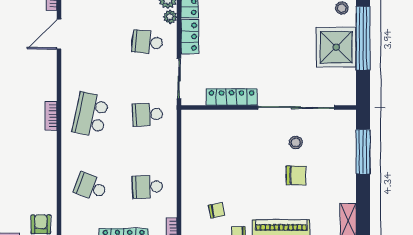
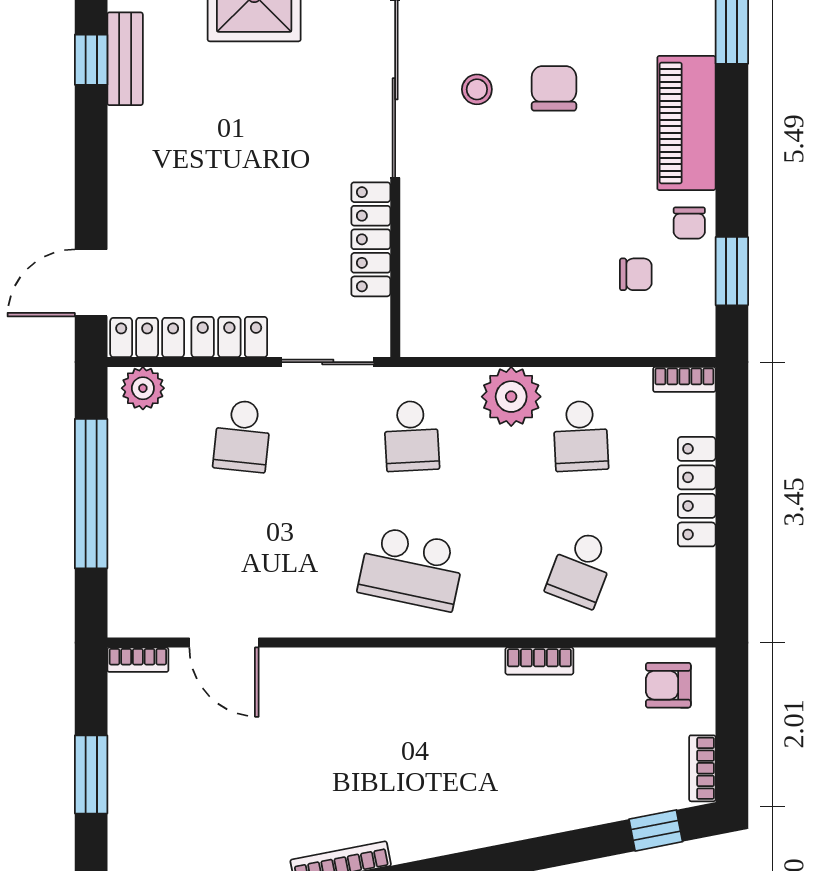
plant: (170, 17) -> (511, 397), moved, width x1.88, depth x1.88
bookcase: (51, 116) -> (539, 661), moved
chair: (217, 210) -> (636, 274), turned 100

